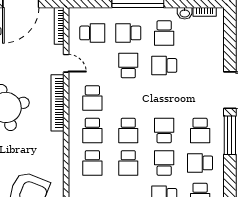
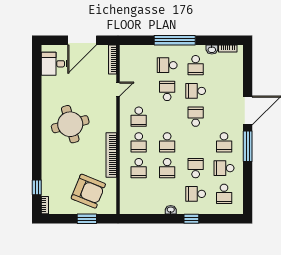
school desk: (92, 33) -> (139, 65), removed
door: (66, 63) -> (118, 89), hinge flipped
bookcase: (58, 103) -> (111, 155), moved
school desk: (164, 130) -> (196, 117), moved

